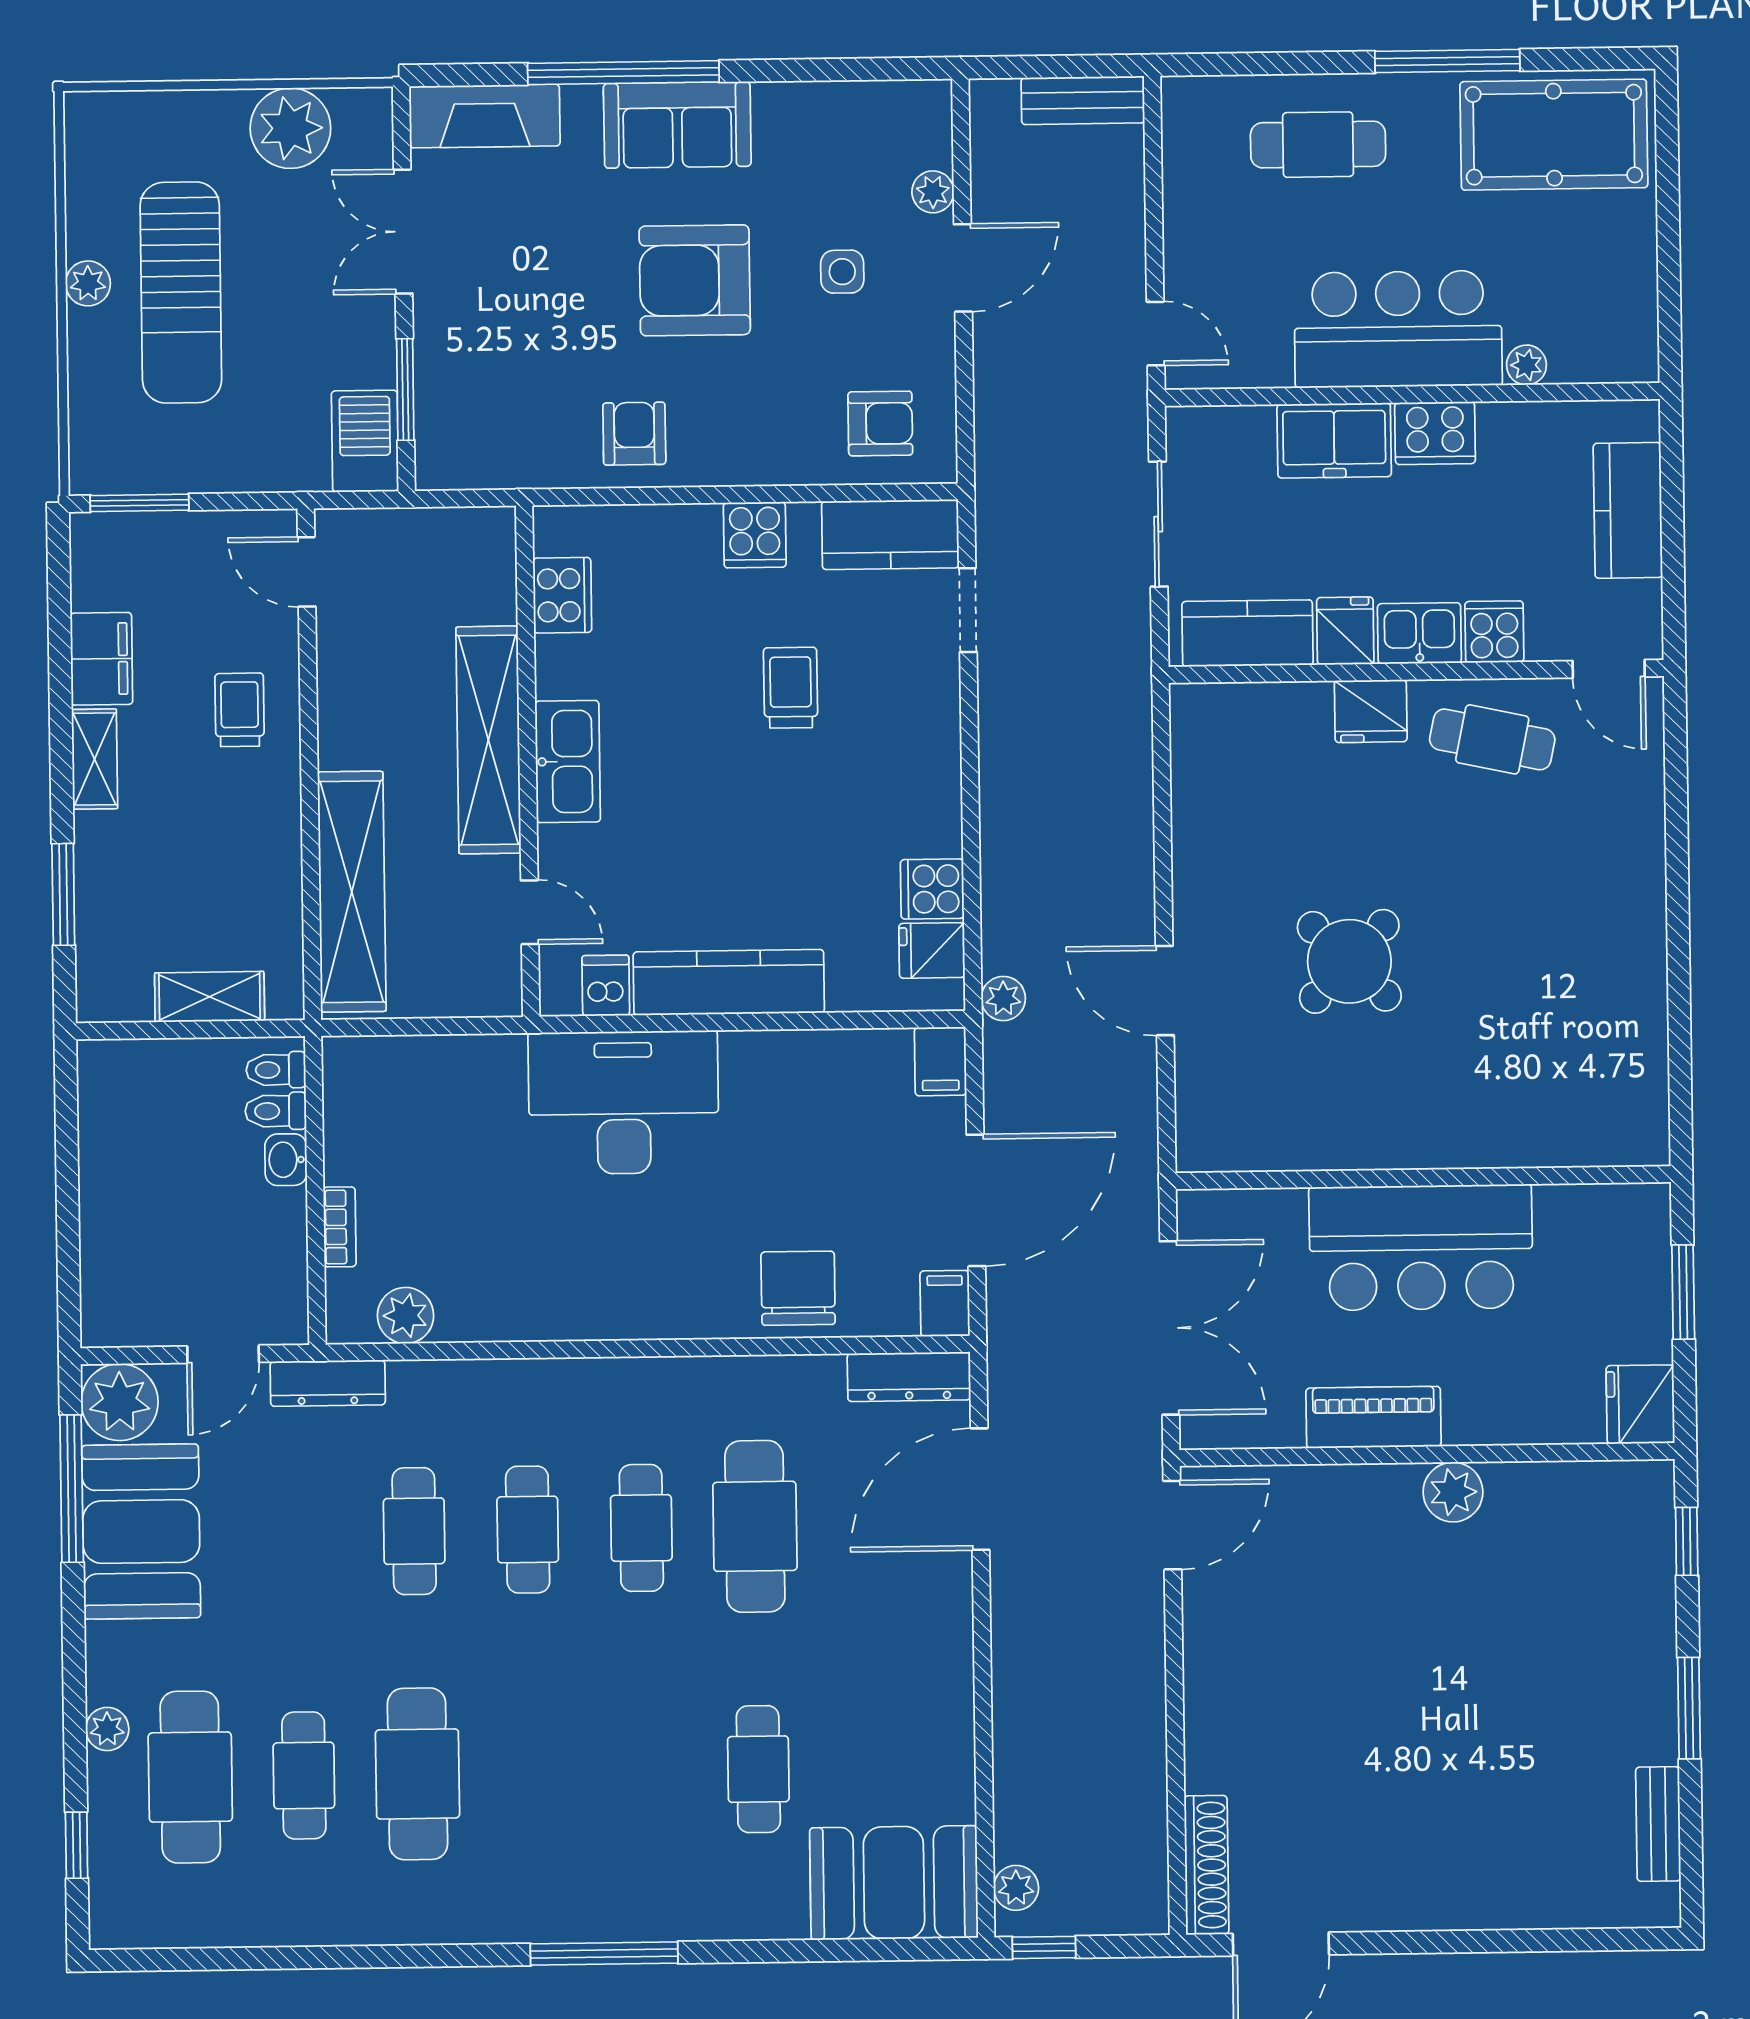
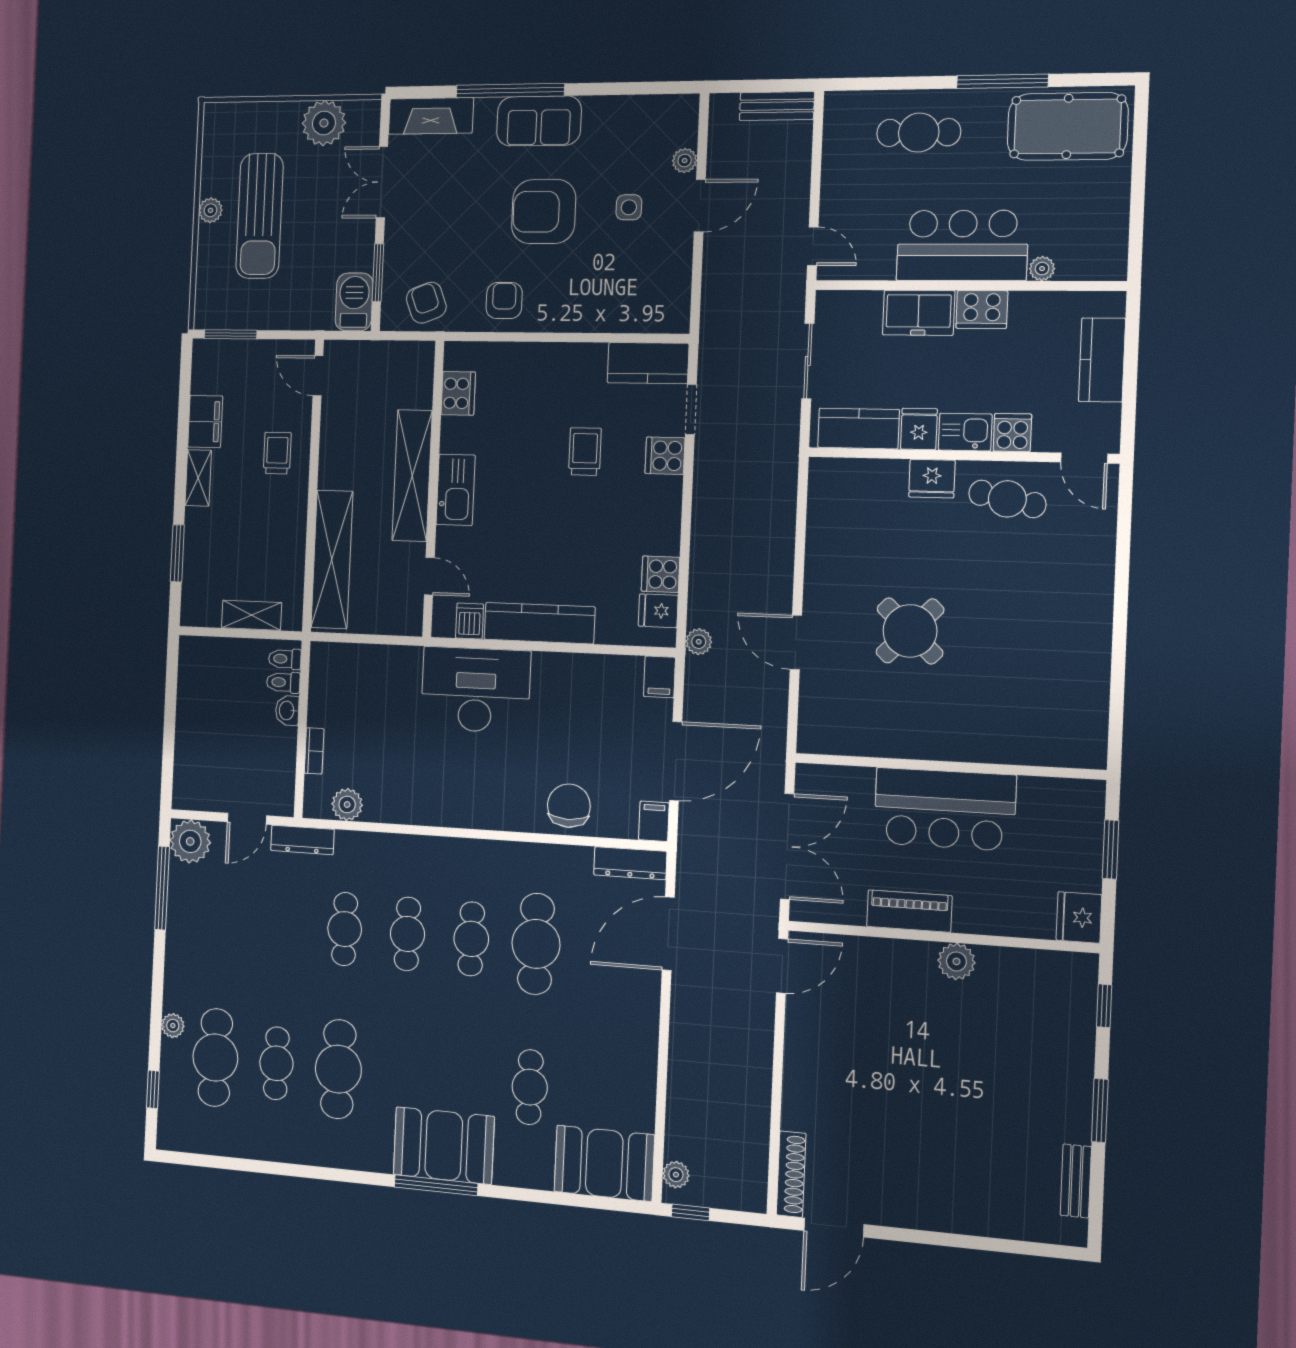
armchair: (880, 423) -> (426, 303), moved, turned -111
cooker: (755, 535) -> (665, 456), moved, turned 90
booth: (141, 1532) -> (444, 1146), moved, turned 90

